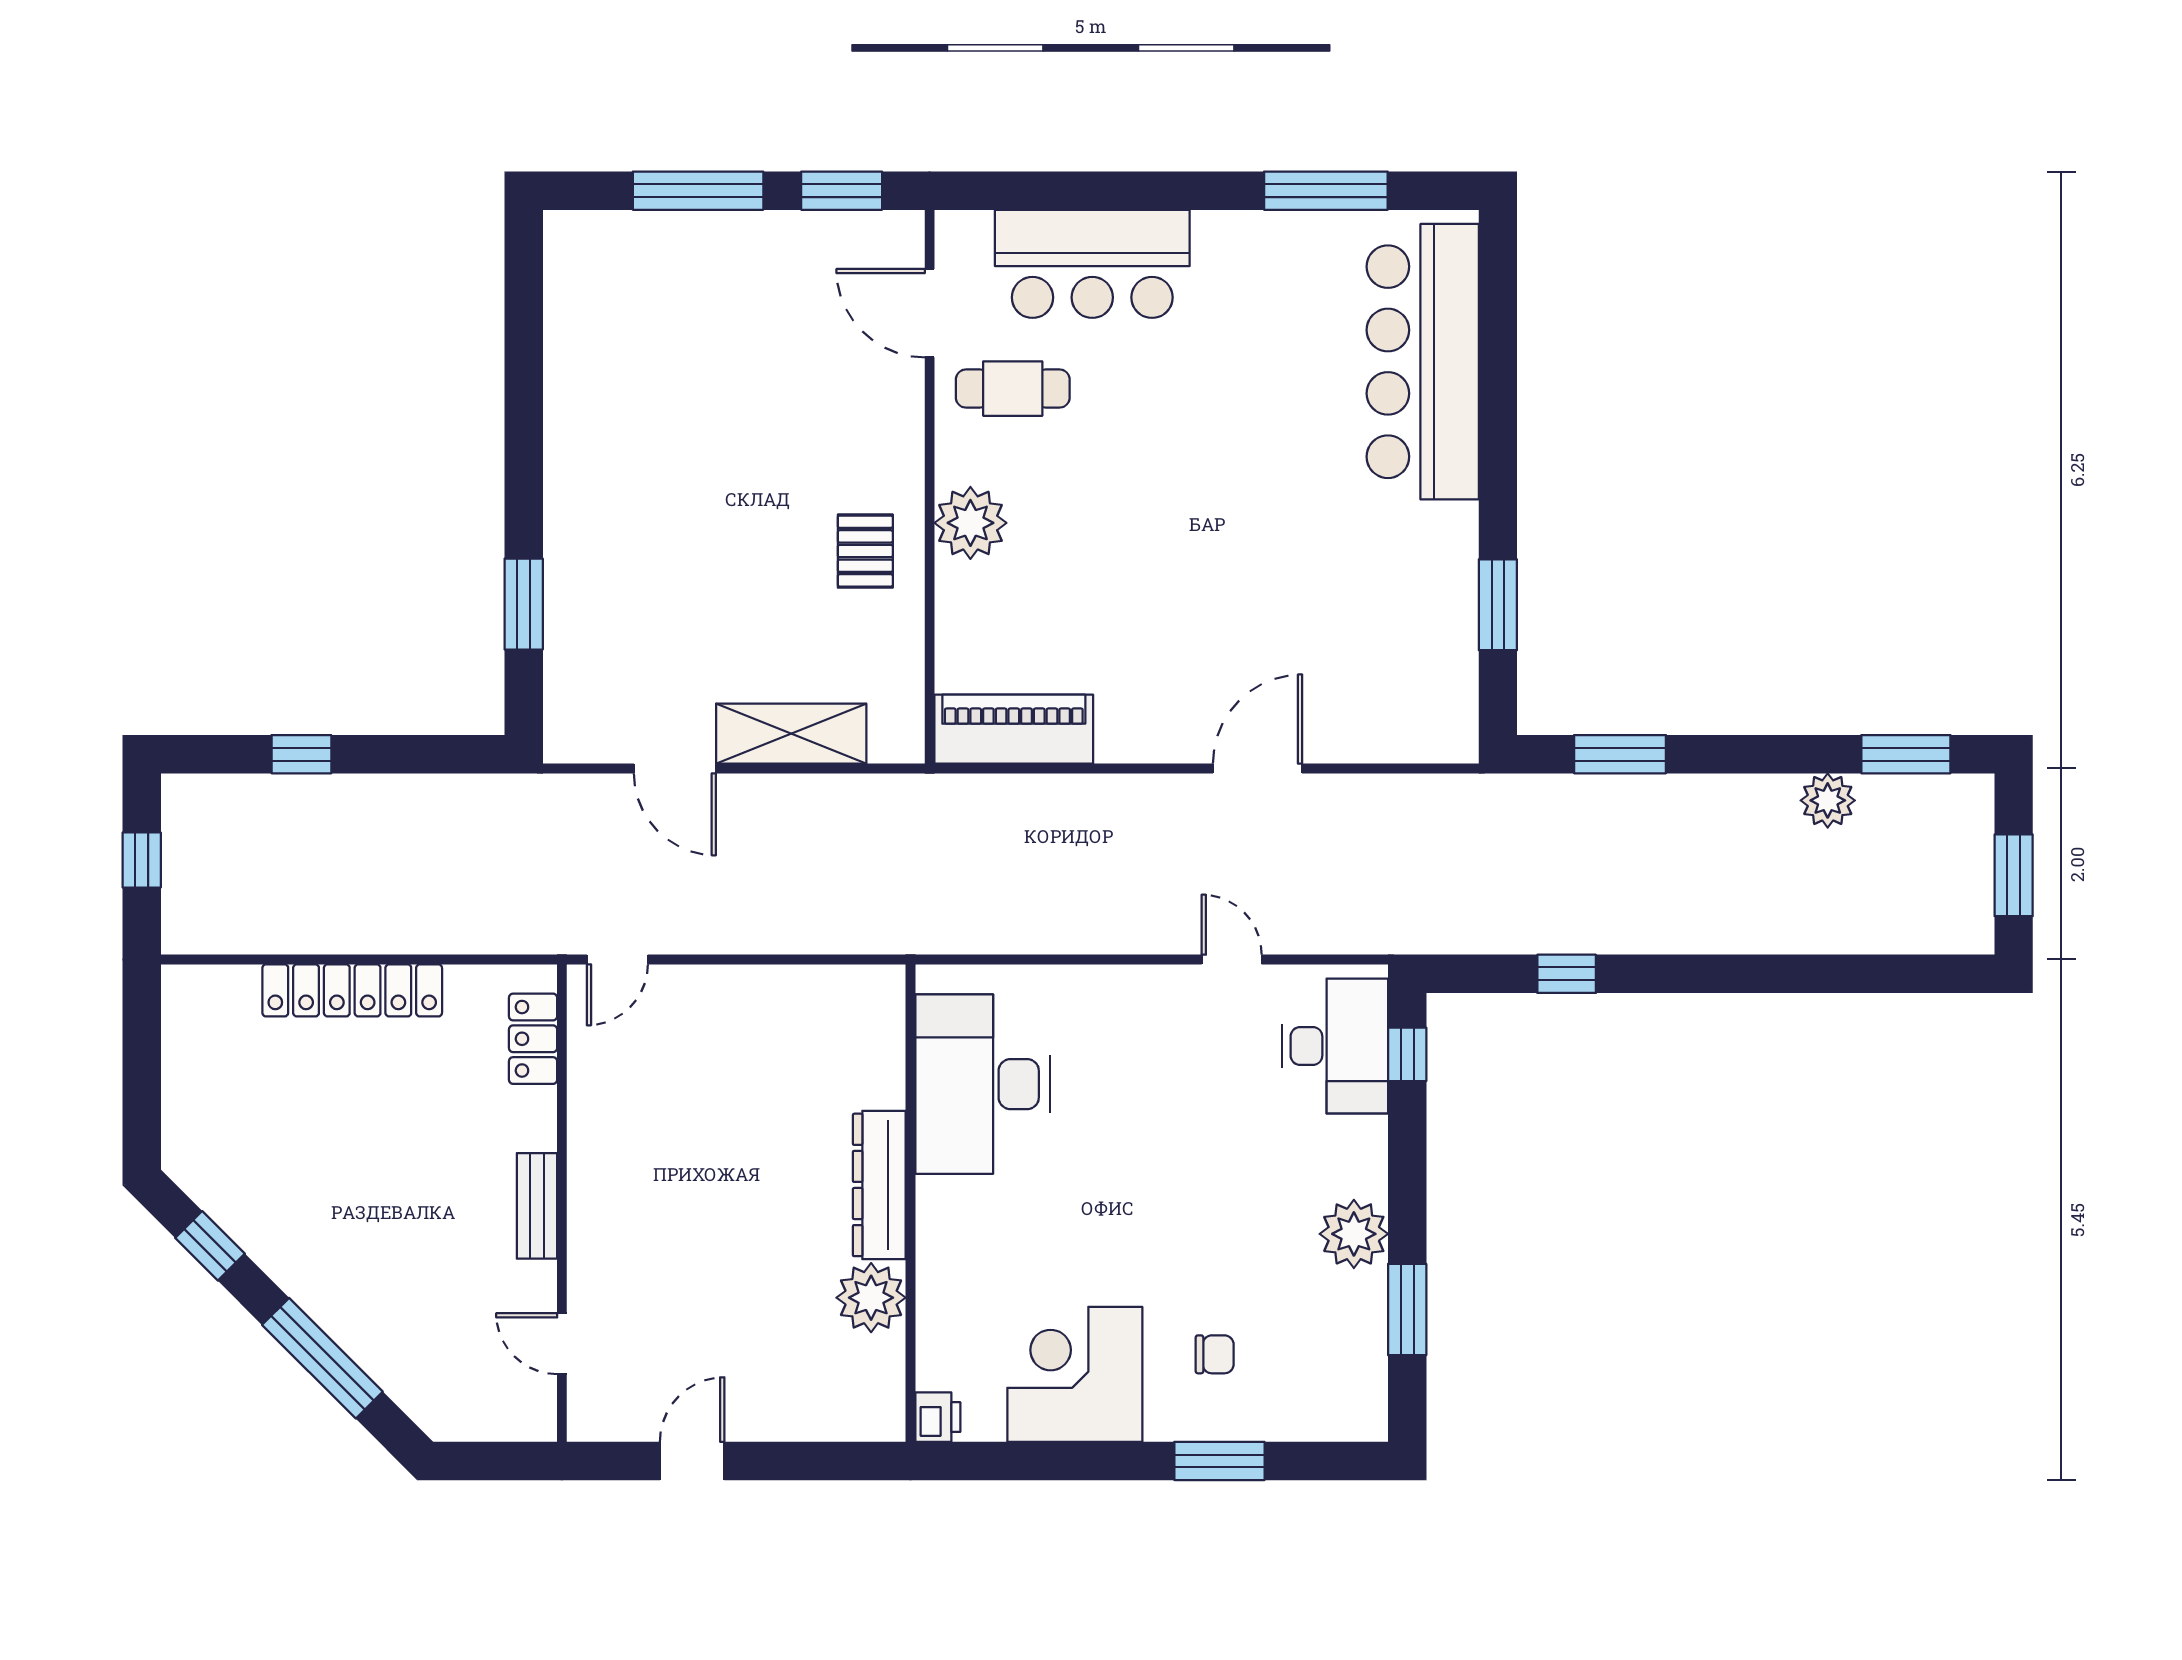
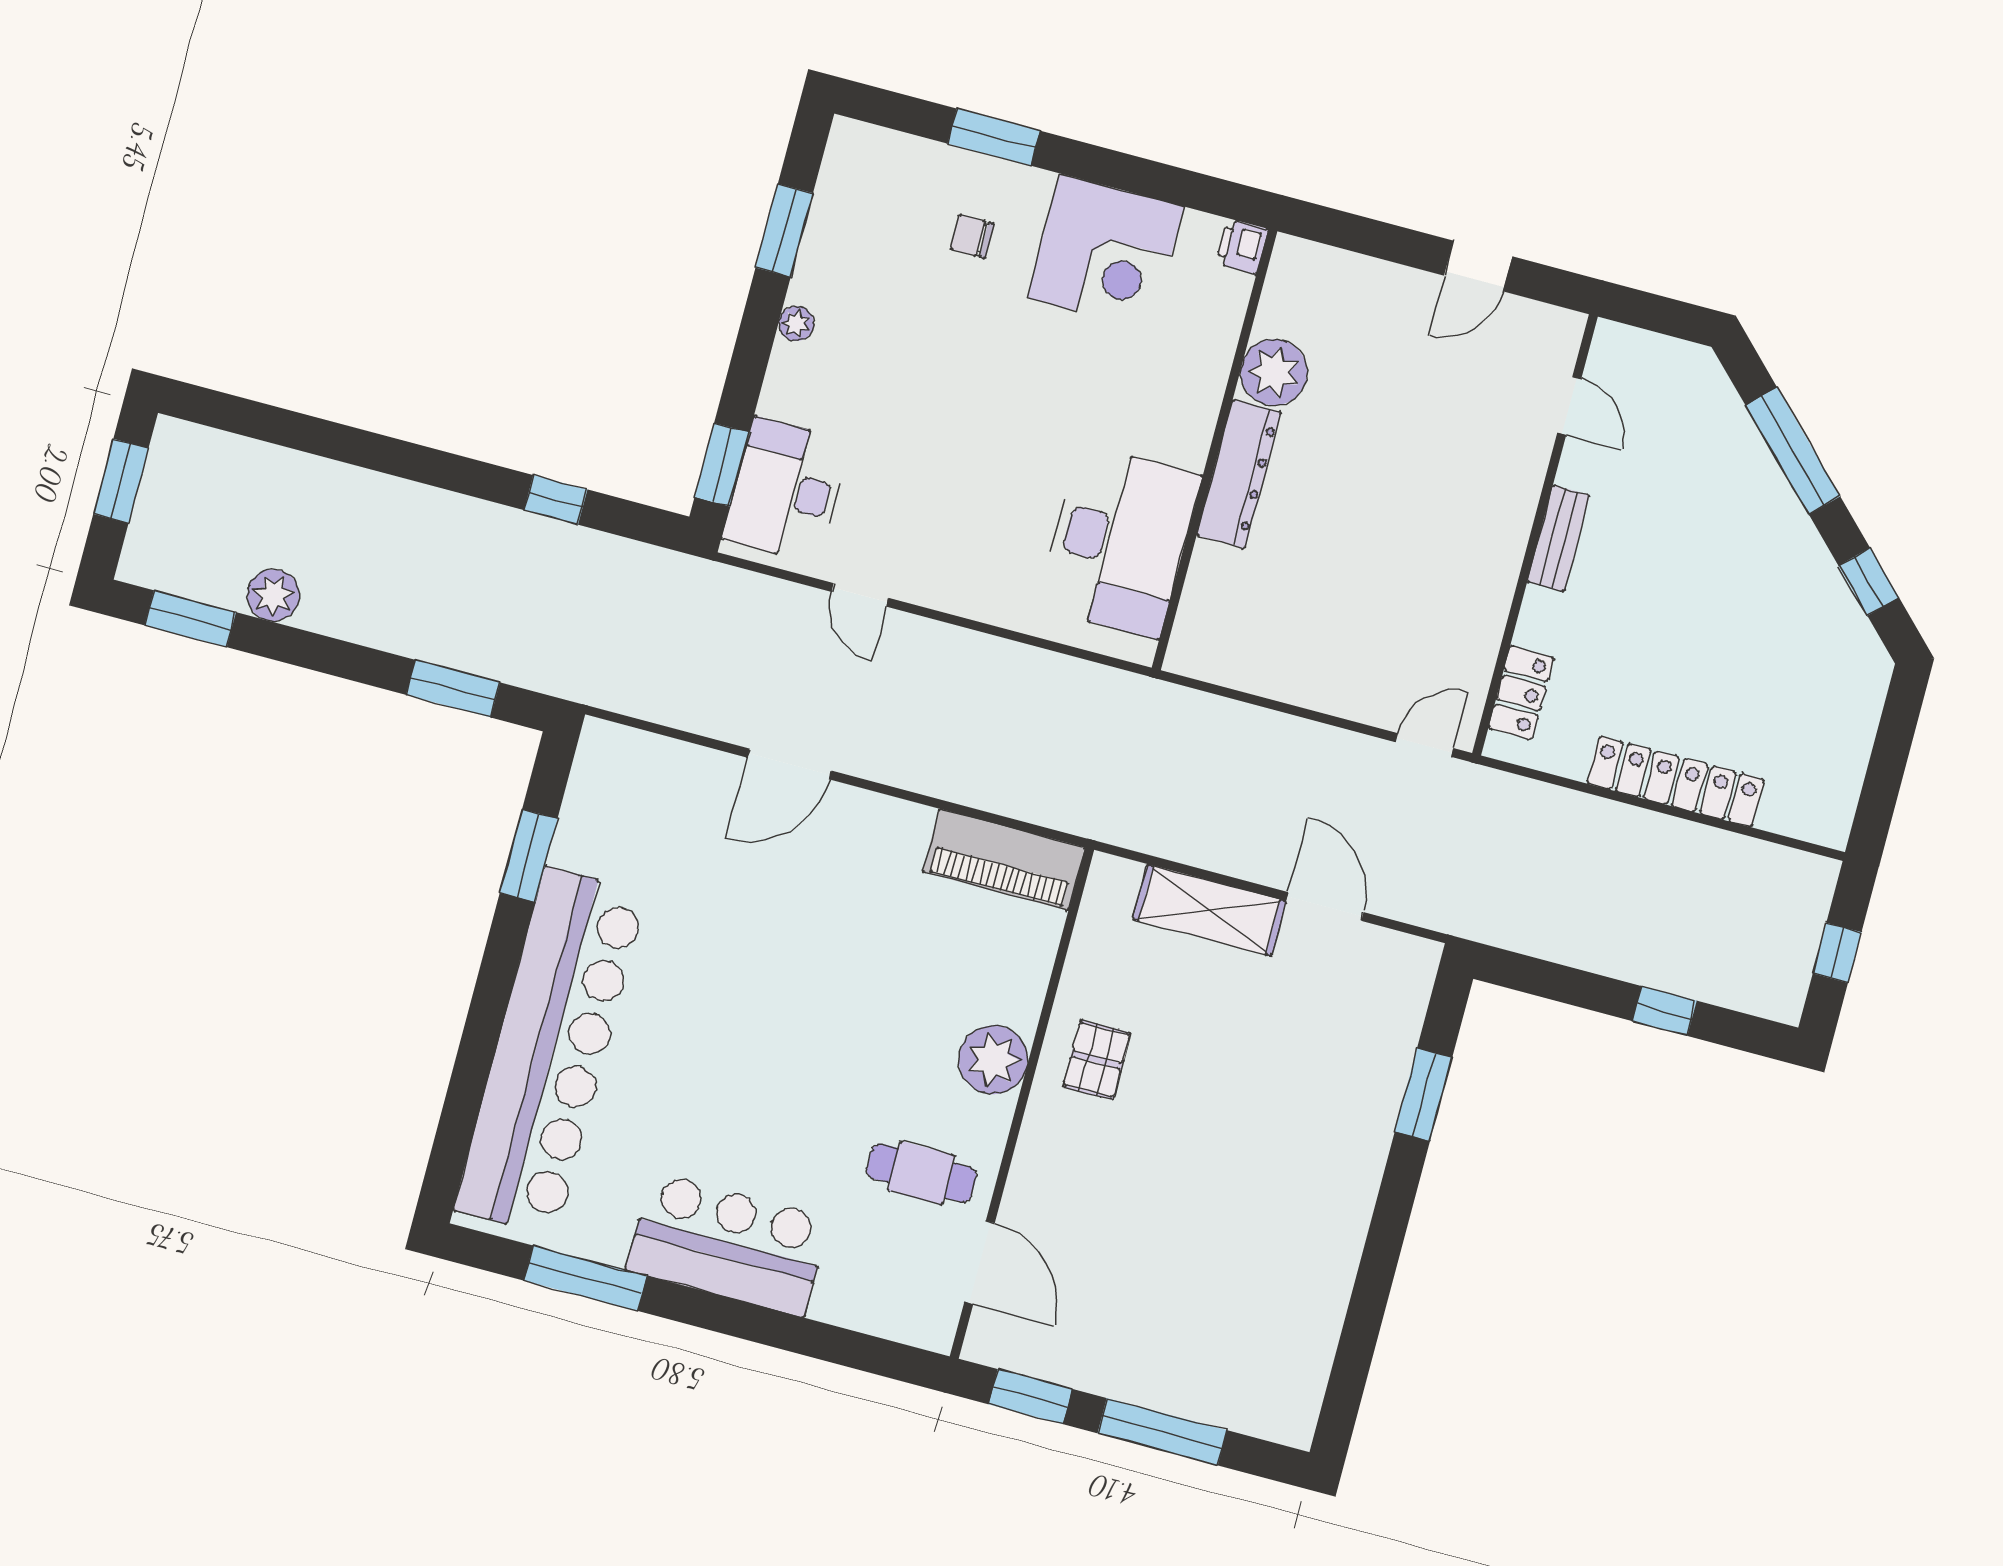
bar counter: (1092, 264) -> (728, 1244), moved
bar counter: (1423, 362) -> (551, 1052), width x1.36
window: (1407, 1054) -> (722, 465), width x1.50
plant: (1354, 1234) -> (796, 324), width x0.53, depth x0.53

